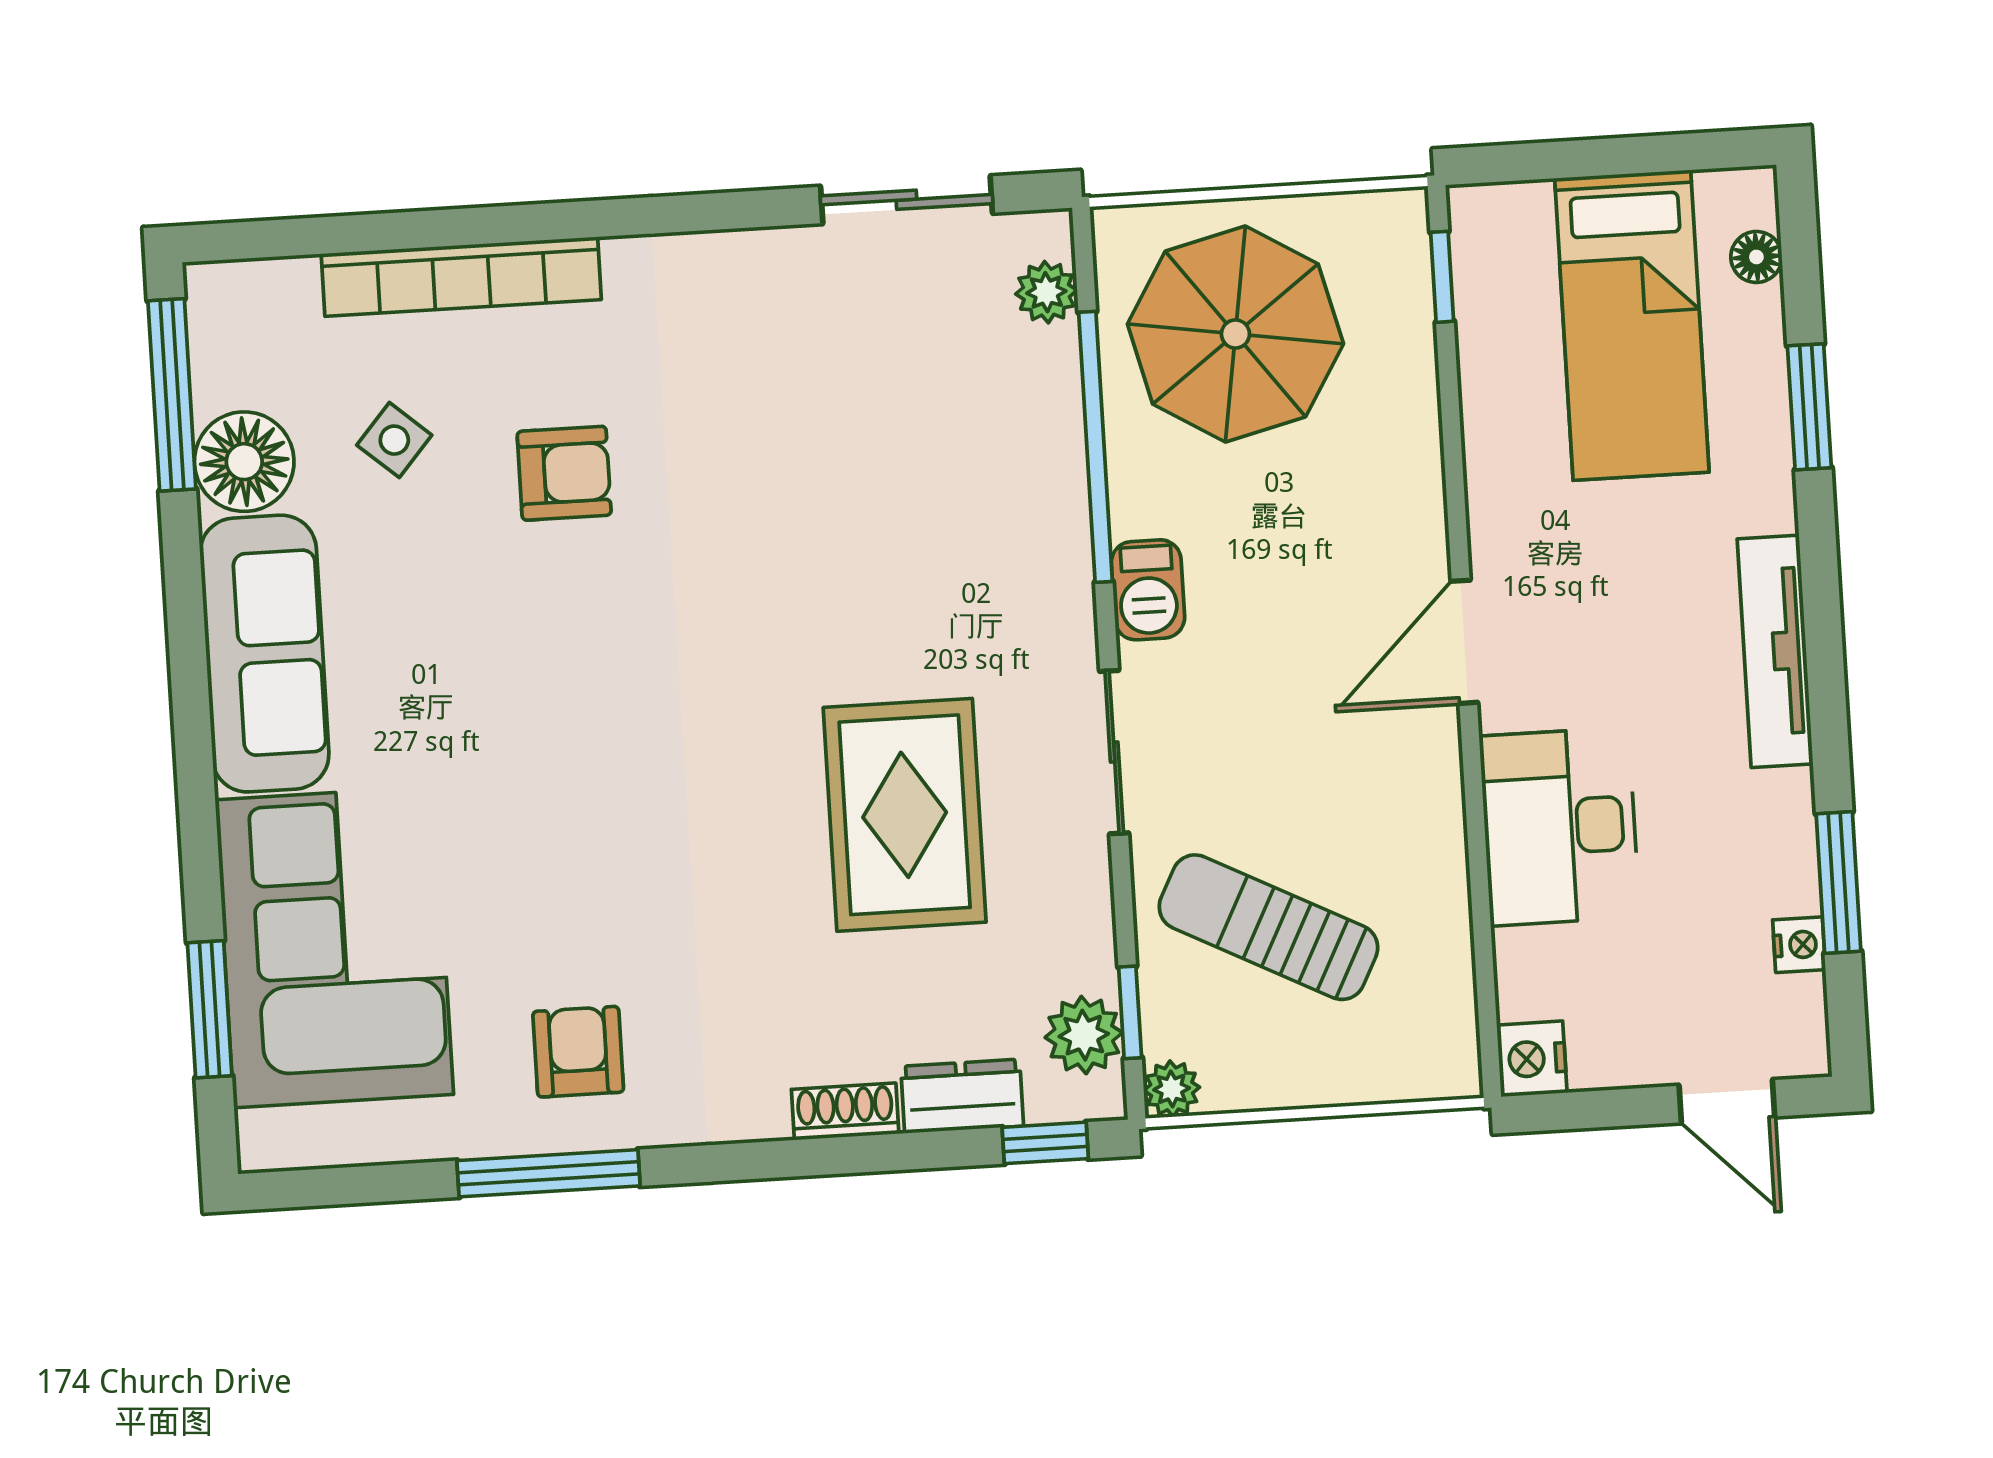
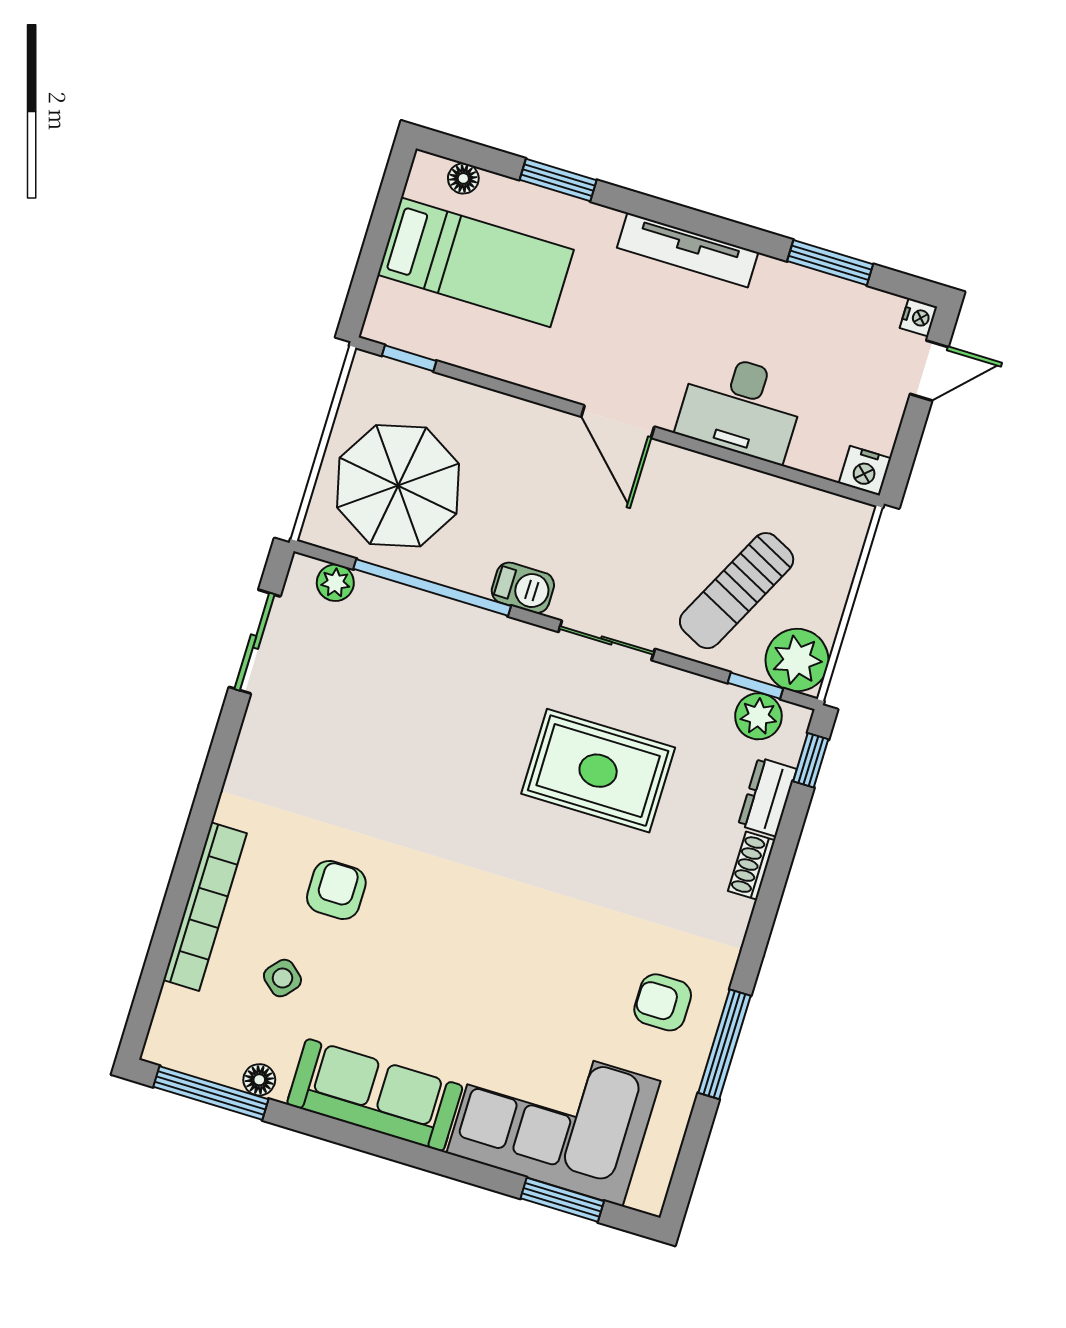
floor lamp: (244, 462) -> (259, 1080), width x0.53, depth x0.53
nightstand: (1799, 945) -> (918, 317), moved, turned 90
plant: (1172, 1089) -> (797, 660), width x1.88, depth x1.88

